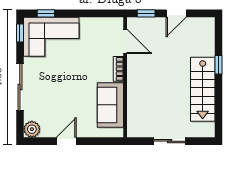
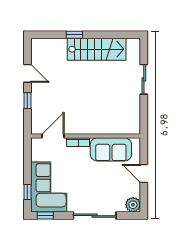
door: (125, 41) -> (53, 136), moved
bookcase: (118, 69) -> (78, 142), moved
wall: (125, 77) -> (86, 136), moved
sofa: (110, 105) -> (111, 149), moved

